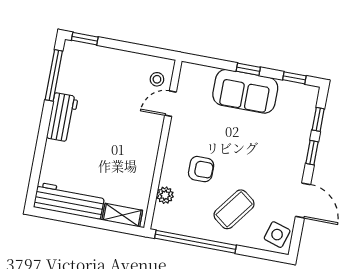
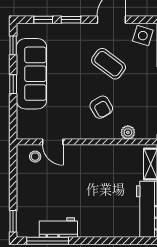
sofa: (245, 91) -> (31, 74), width x1.36
workbench: (62, 117) -> (58, 228), moved
armchair: (201, 169) -> (101, 107), turned 150
coffee table: (234, 209) -> (109, 64), moved

